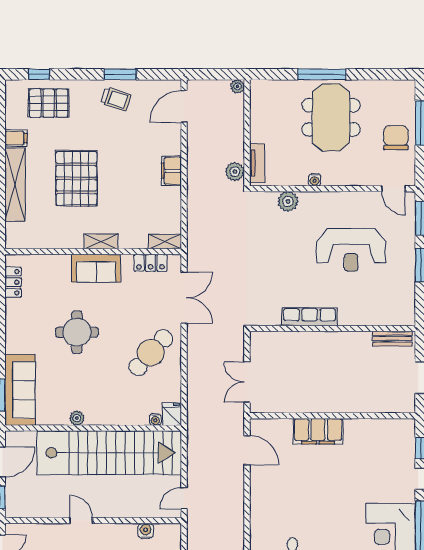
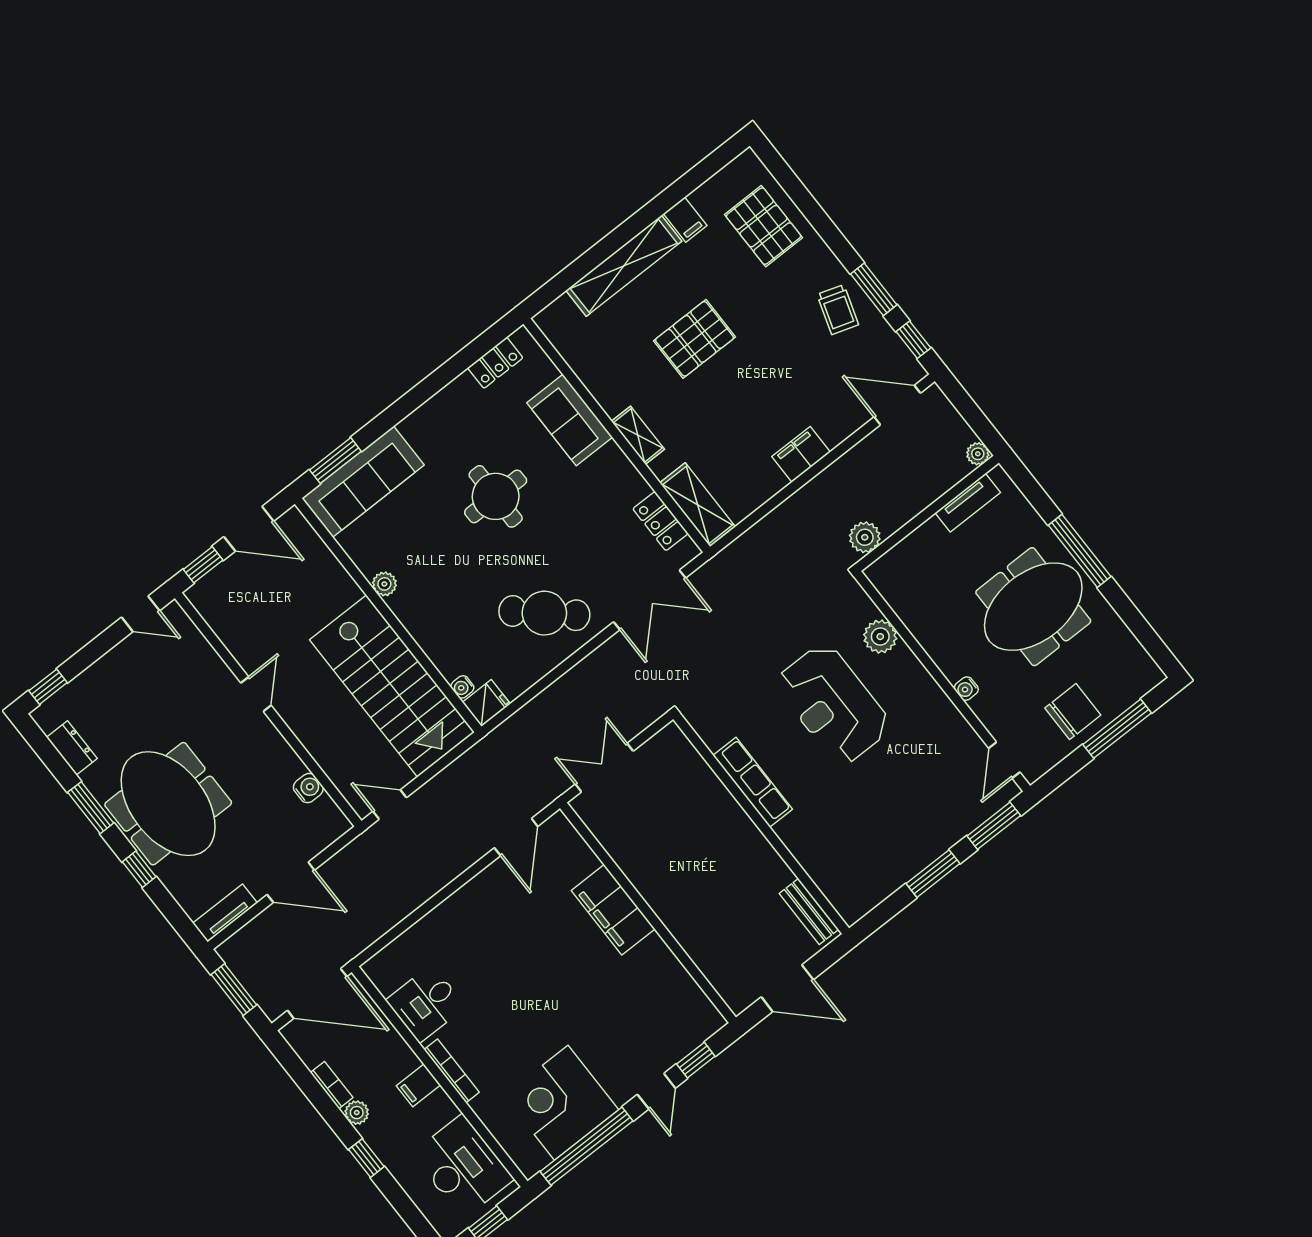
window: (39, 74) -> (913, 340), moved
tv unit: (257, 163) -> (968, 503), moved
pallet: (76, 178) -> (694, 339), width x0.73, depth x0.71
water cooler: (315, 180) -> (966, 689), moved
shelving: (165, 242) -> (698, 505), width x1.50, depth x1.33
reception desk: (351, 250) -> (833, 704), moved
sofa: (96, 268) -> (570, 420), moved
stairs: (109, 453) -> (392, 686), width x0.73

